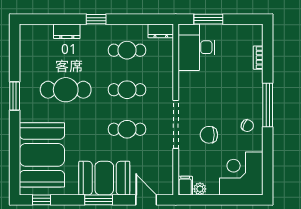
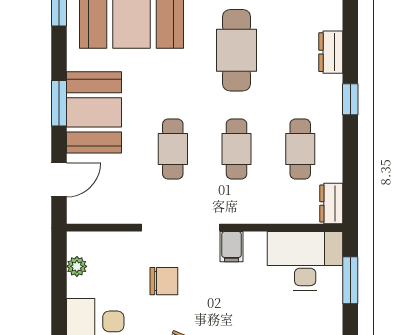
chair: (209, 135) -> (164, 281), turned 90
filing cabinet: (185, 186) -> (232, 247), moved, turned 90

